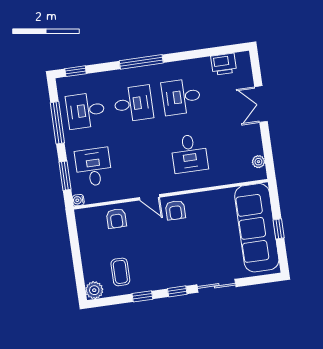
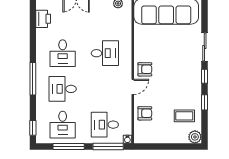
desk: (133, 104) -> (63, 89), turned -90
window: (65, 176) -> (108, 146), width x1.44

